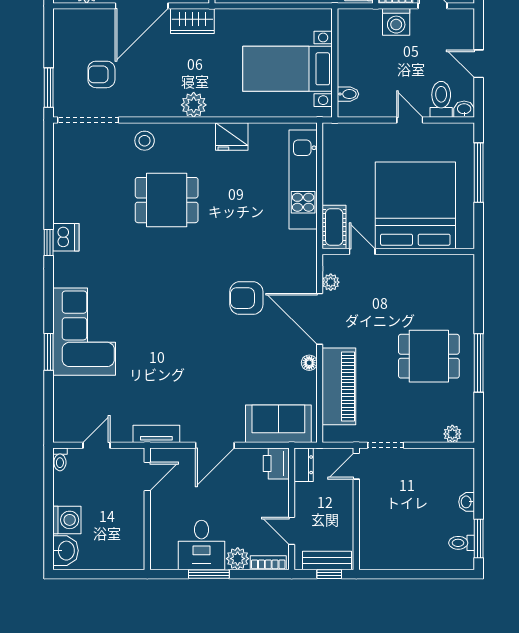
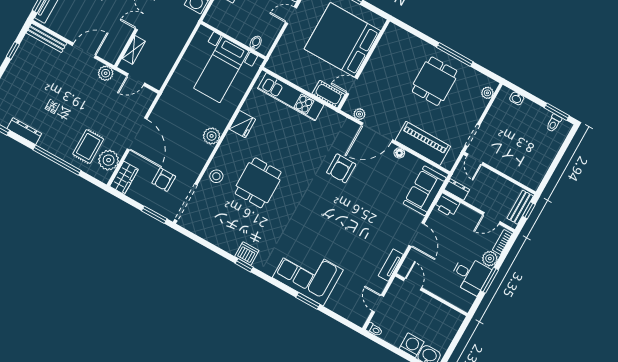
wardrobe: (192, 21) -> (124, 178), moved
washbasin: (467, 502) -> (517, 98), moved

